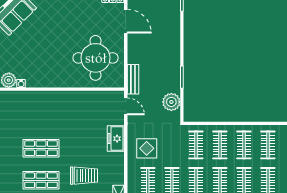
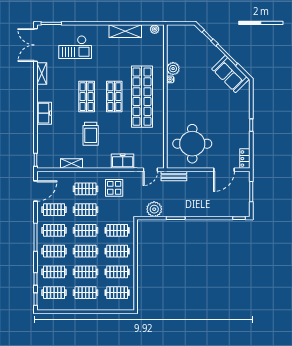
shop shelf: (41, 116) -> (142, 97), added

